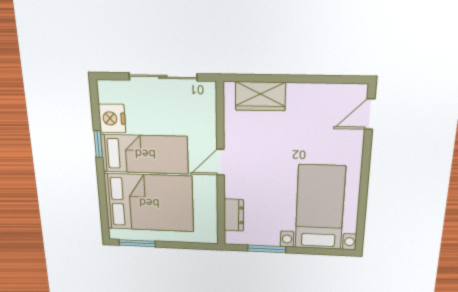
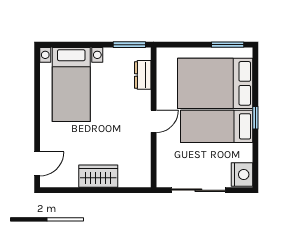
wardrobe: (260, 96) -> (98, 176), moved
nightstand: (112, 118) -> (242, 174), moved
window: (98, 144) -> (255, 118), moved
window: (267, 249) -> (129, 45), moved

